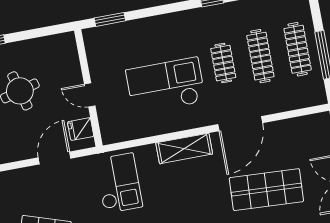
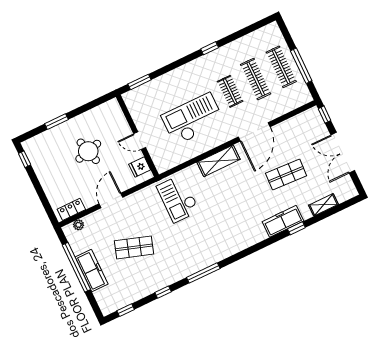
door: (54, 158) -> (111, 200), moved
checkout: (119, 183) -> (178, 199), turned 180
shop shelf: (266, 190) -> (286, 175), width x0.70, depth x0.74

